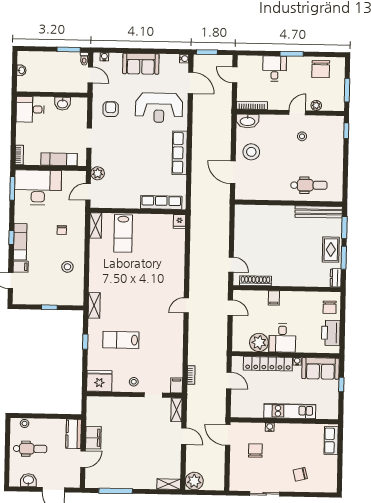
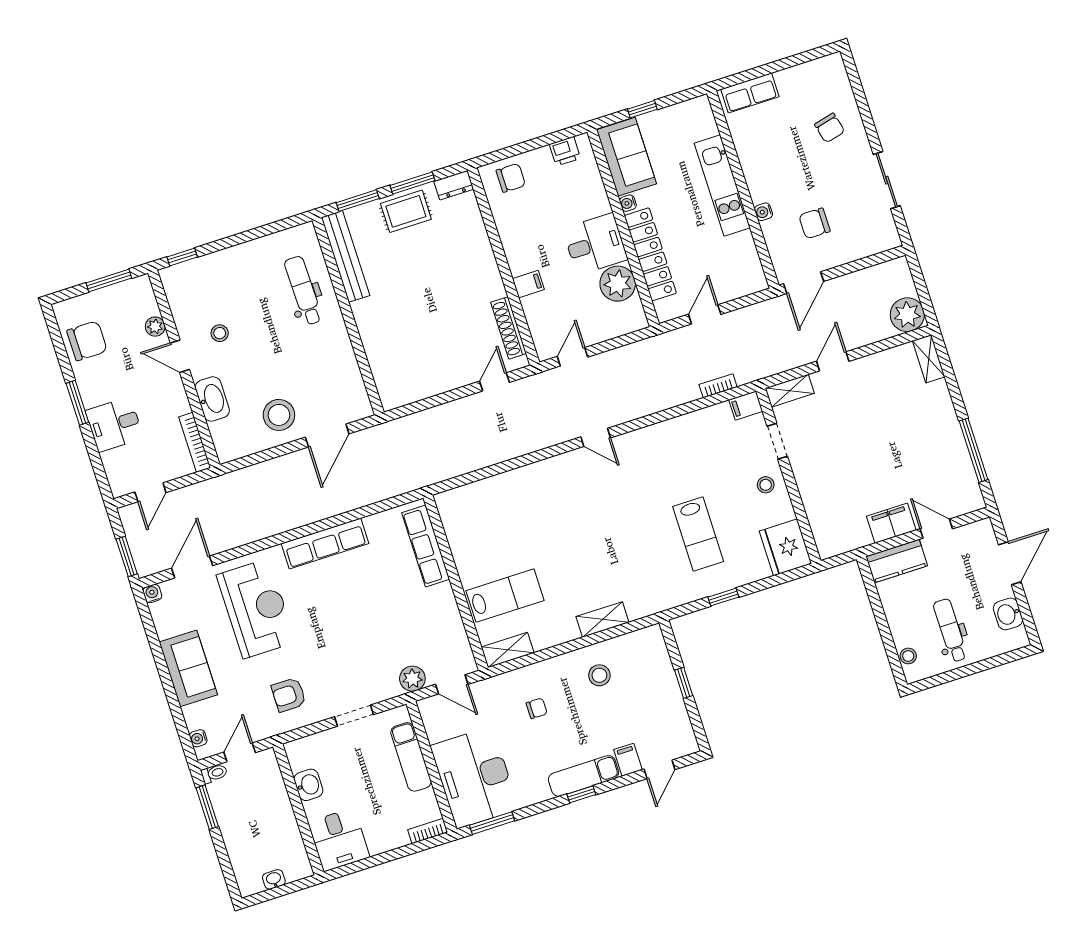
washbasin: (248, 121) -> (212, 399), moved
fridge: (179, 221) -> (449, 501), removed
shelving: (94, 305) -> (602, 619), moved
printer: (331, 333) -> (565, 151), width x0.53, depth x0.68

